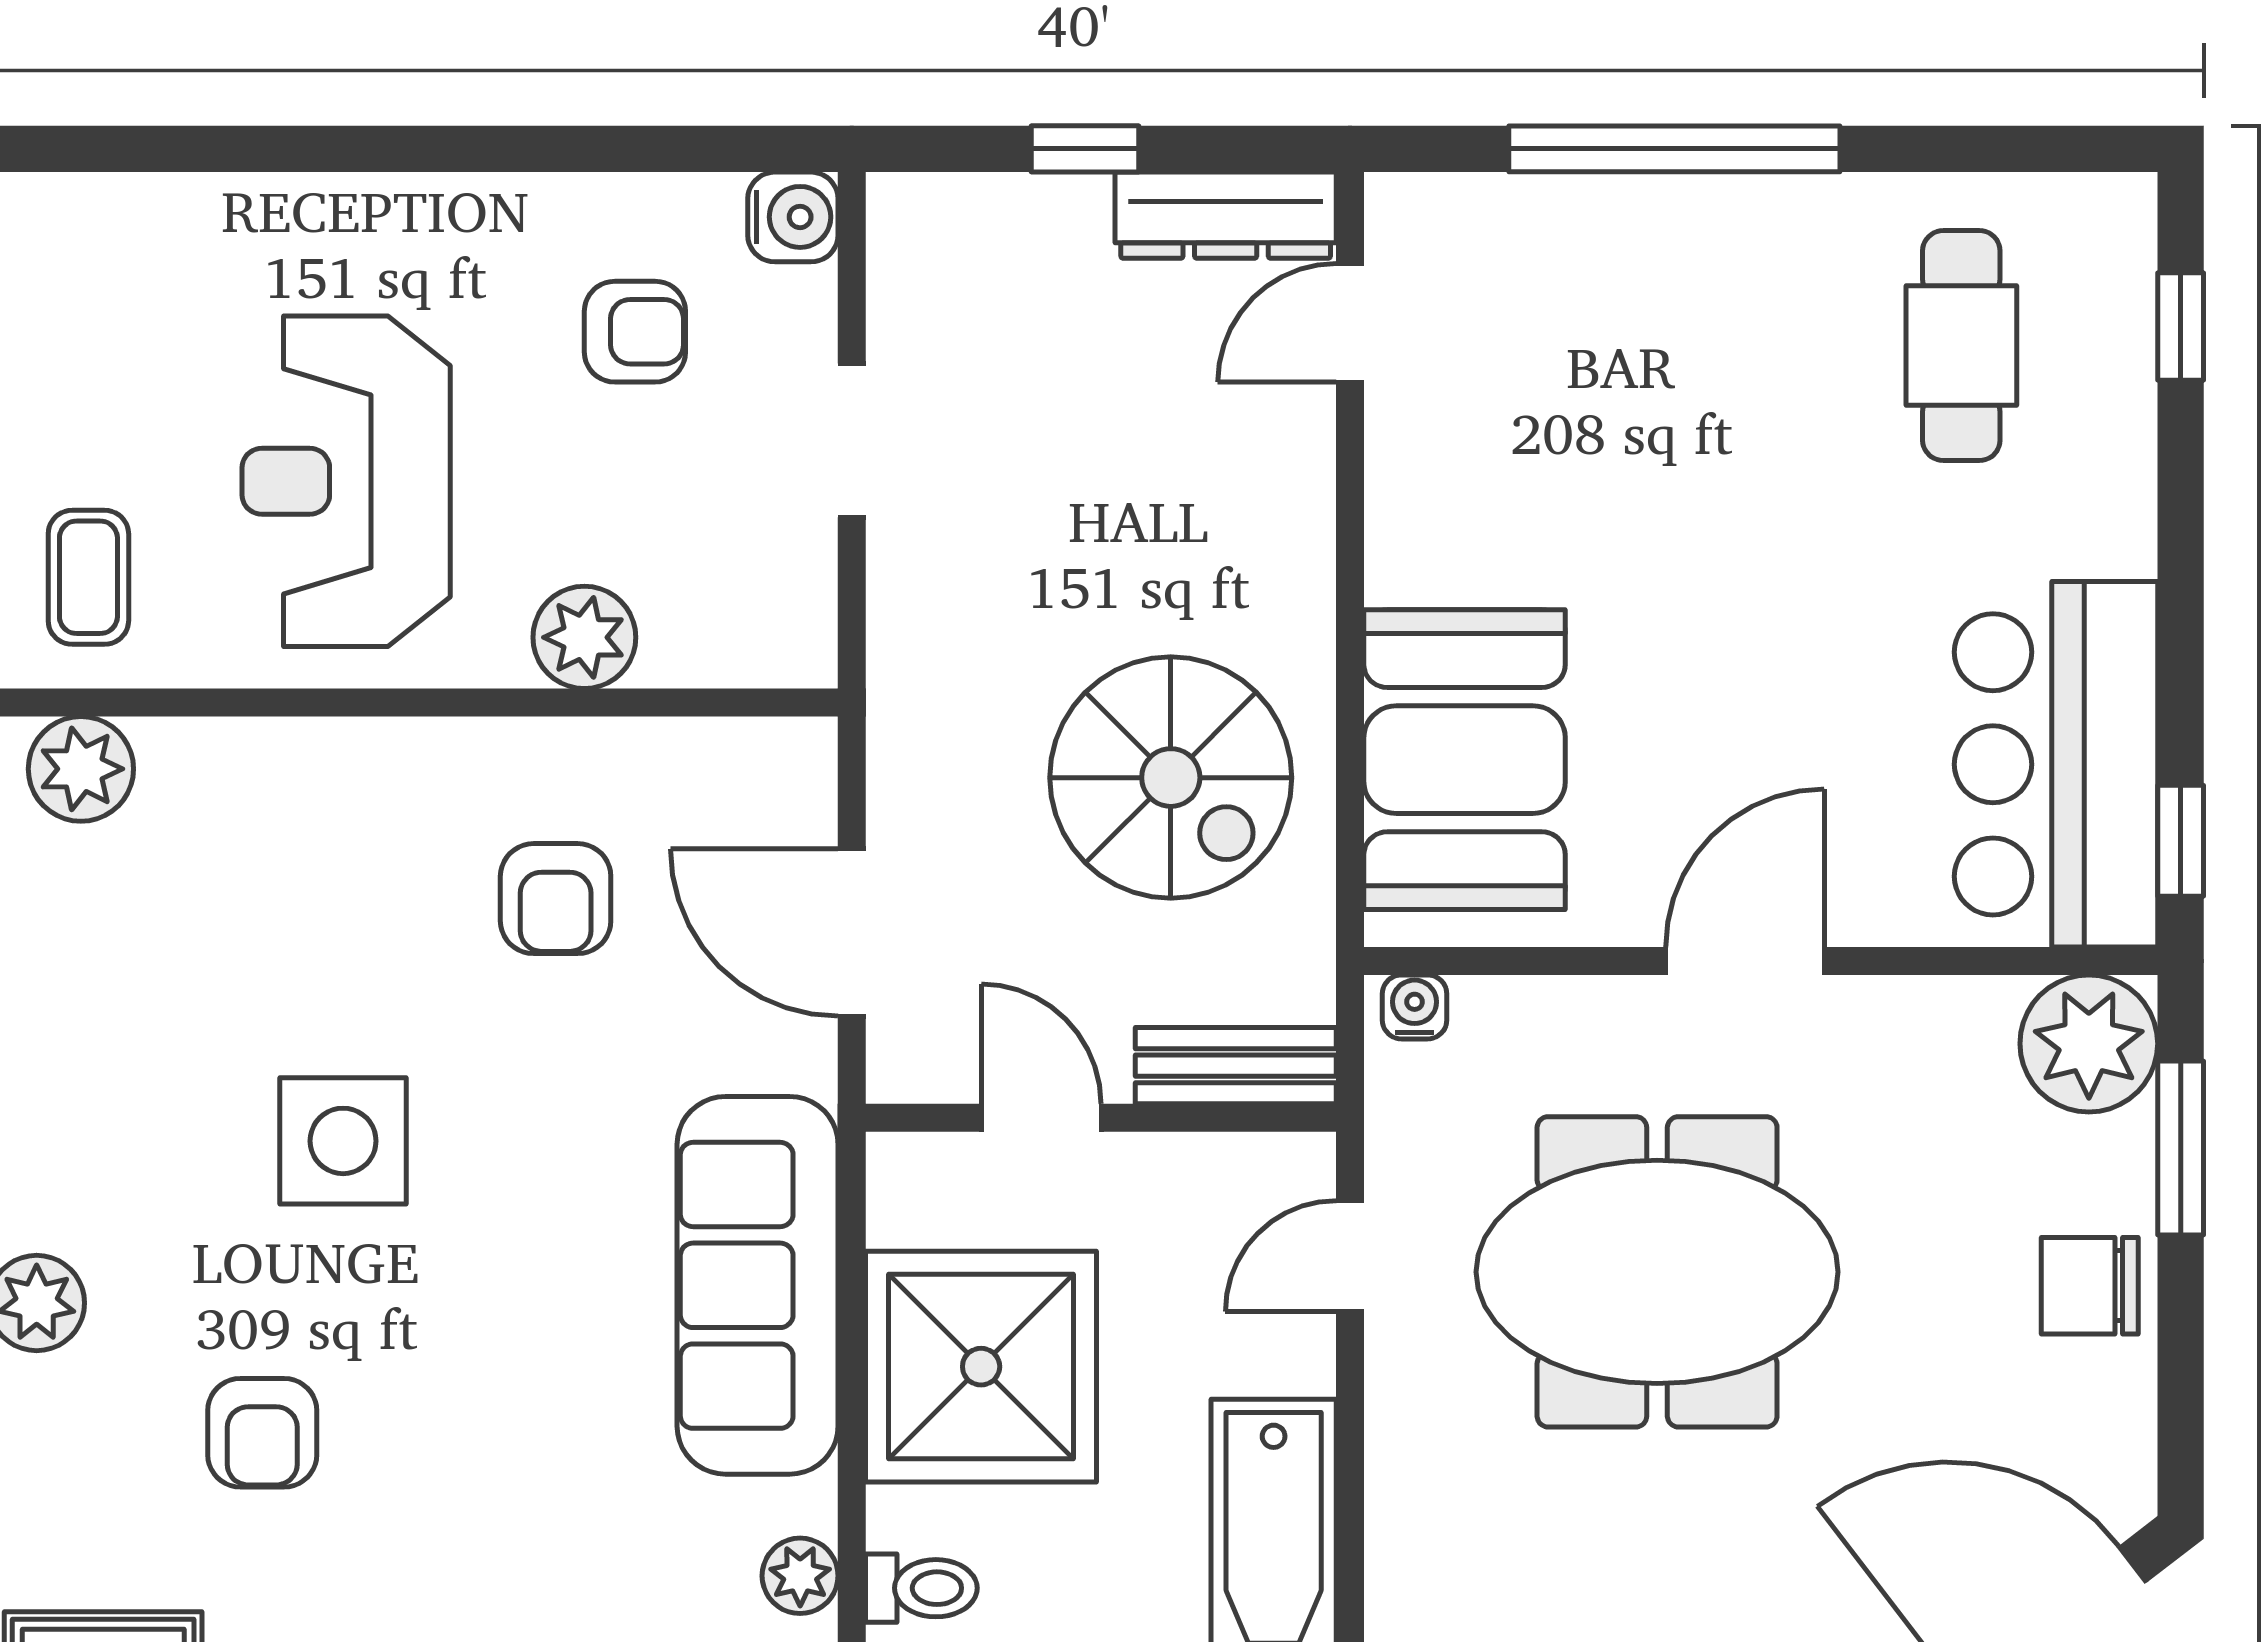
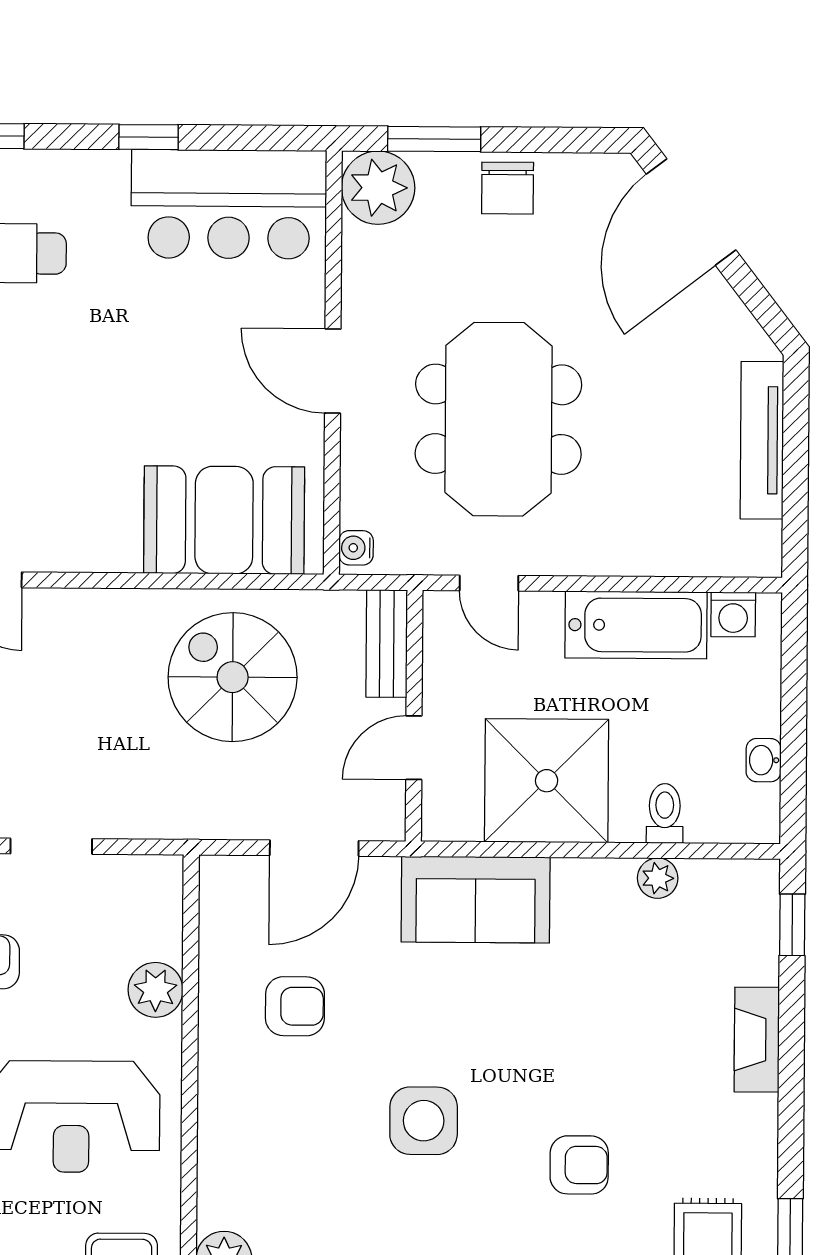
spiral stairs: (1171, 778) -> (233, 677), turned -90
window: (2181, 841) -> (149, 137), moved
sofa: (758, 1285) -> (476, 900), width x0.73

